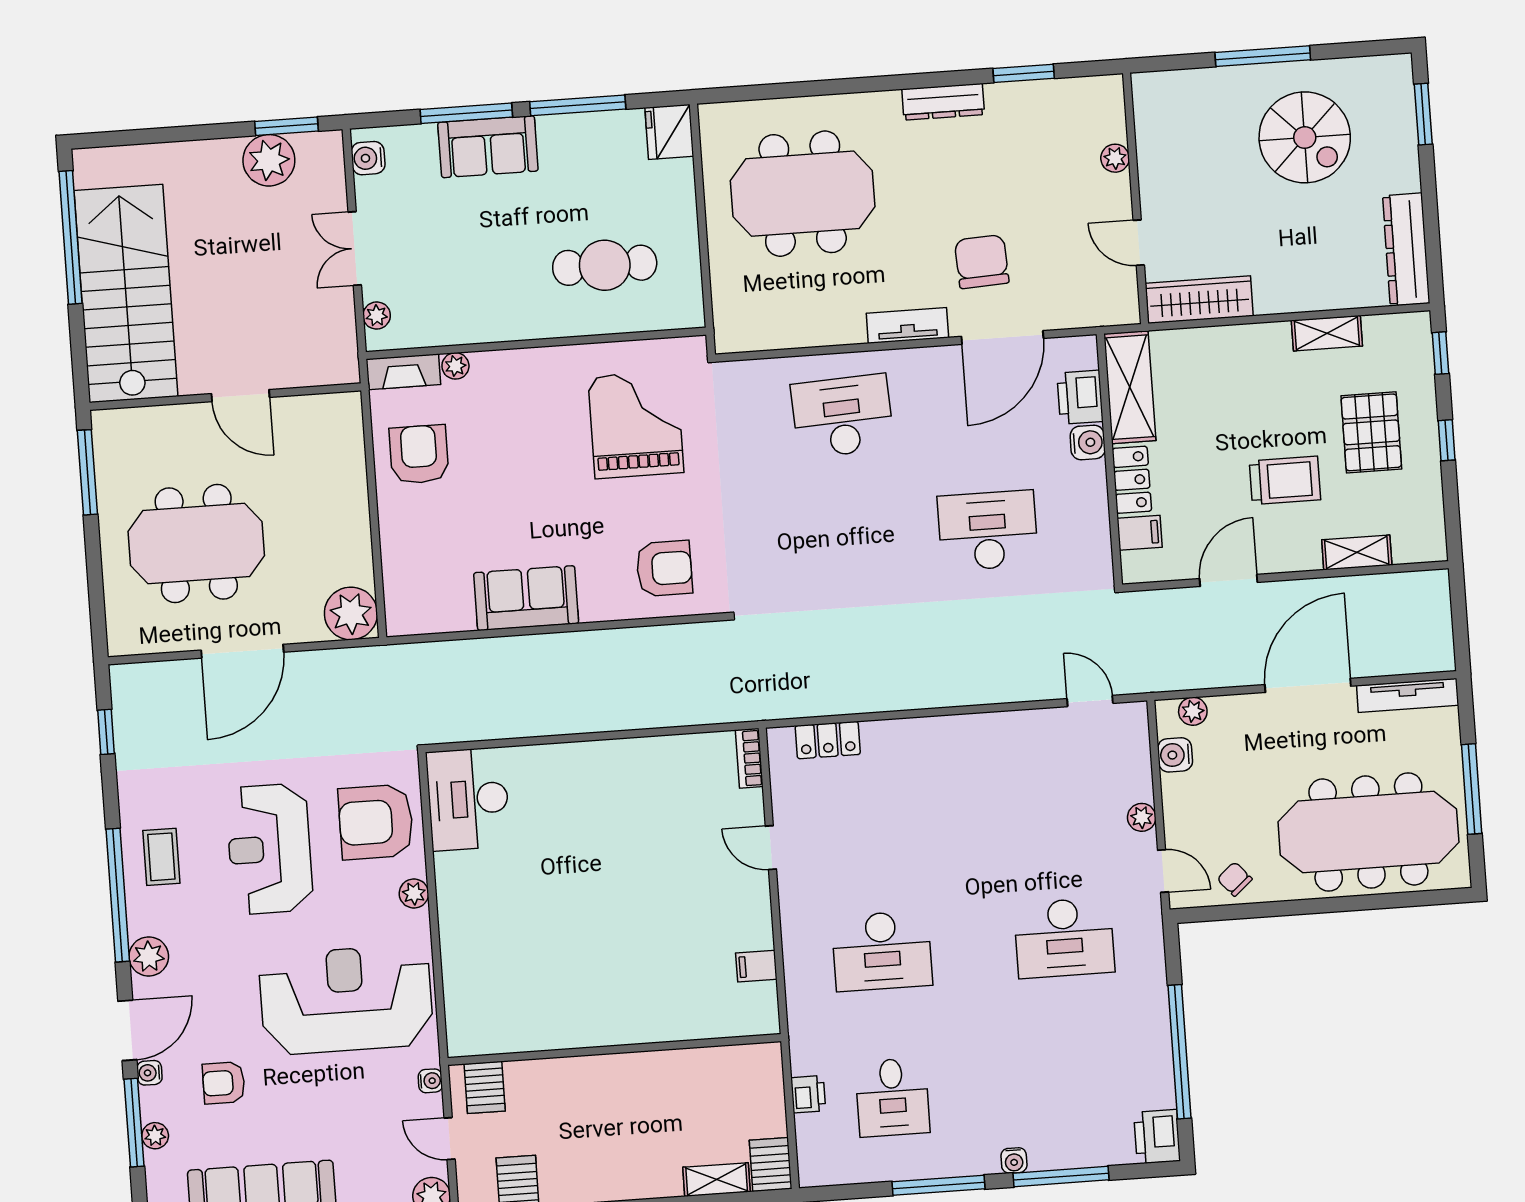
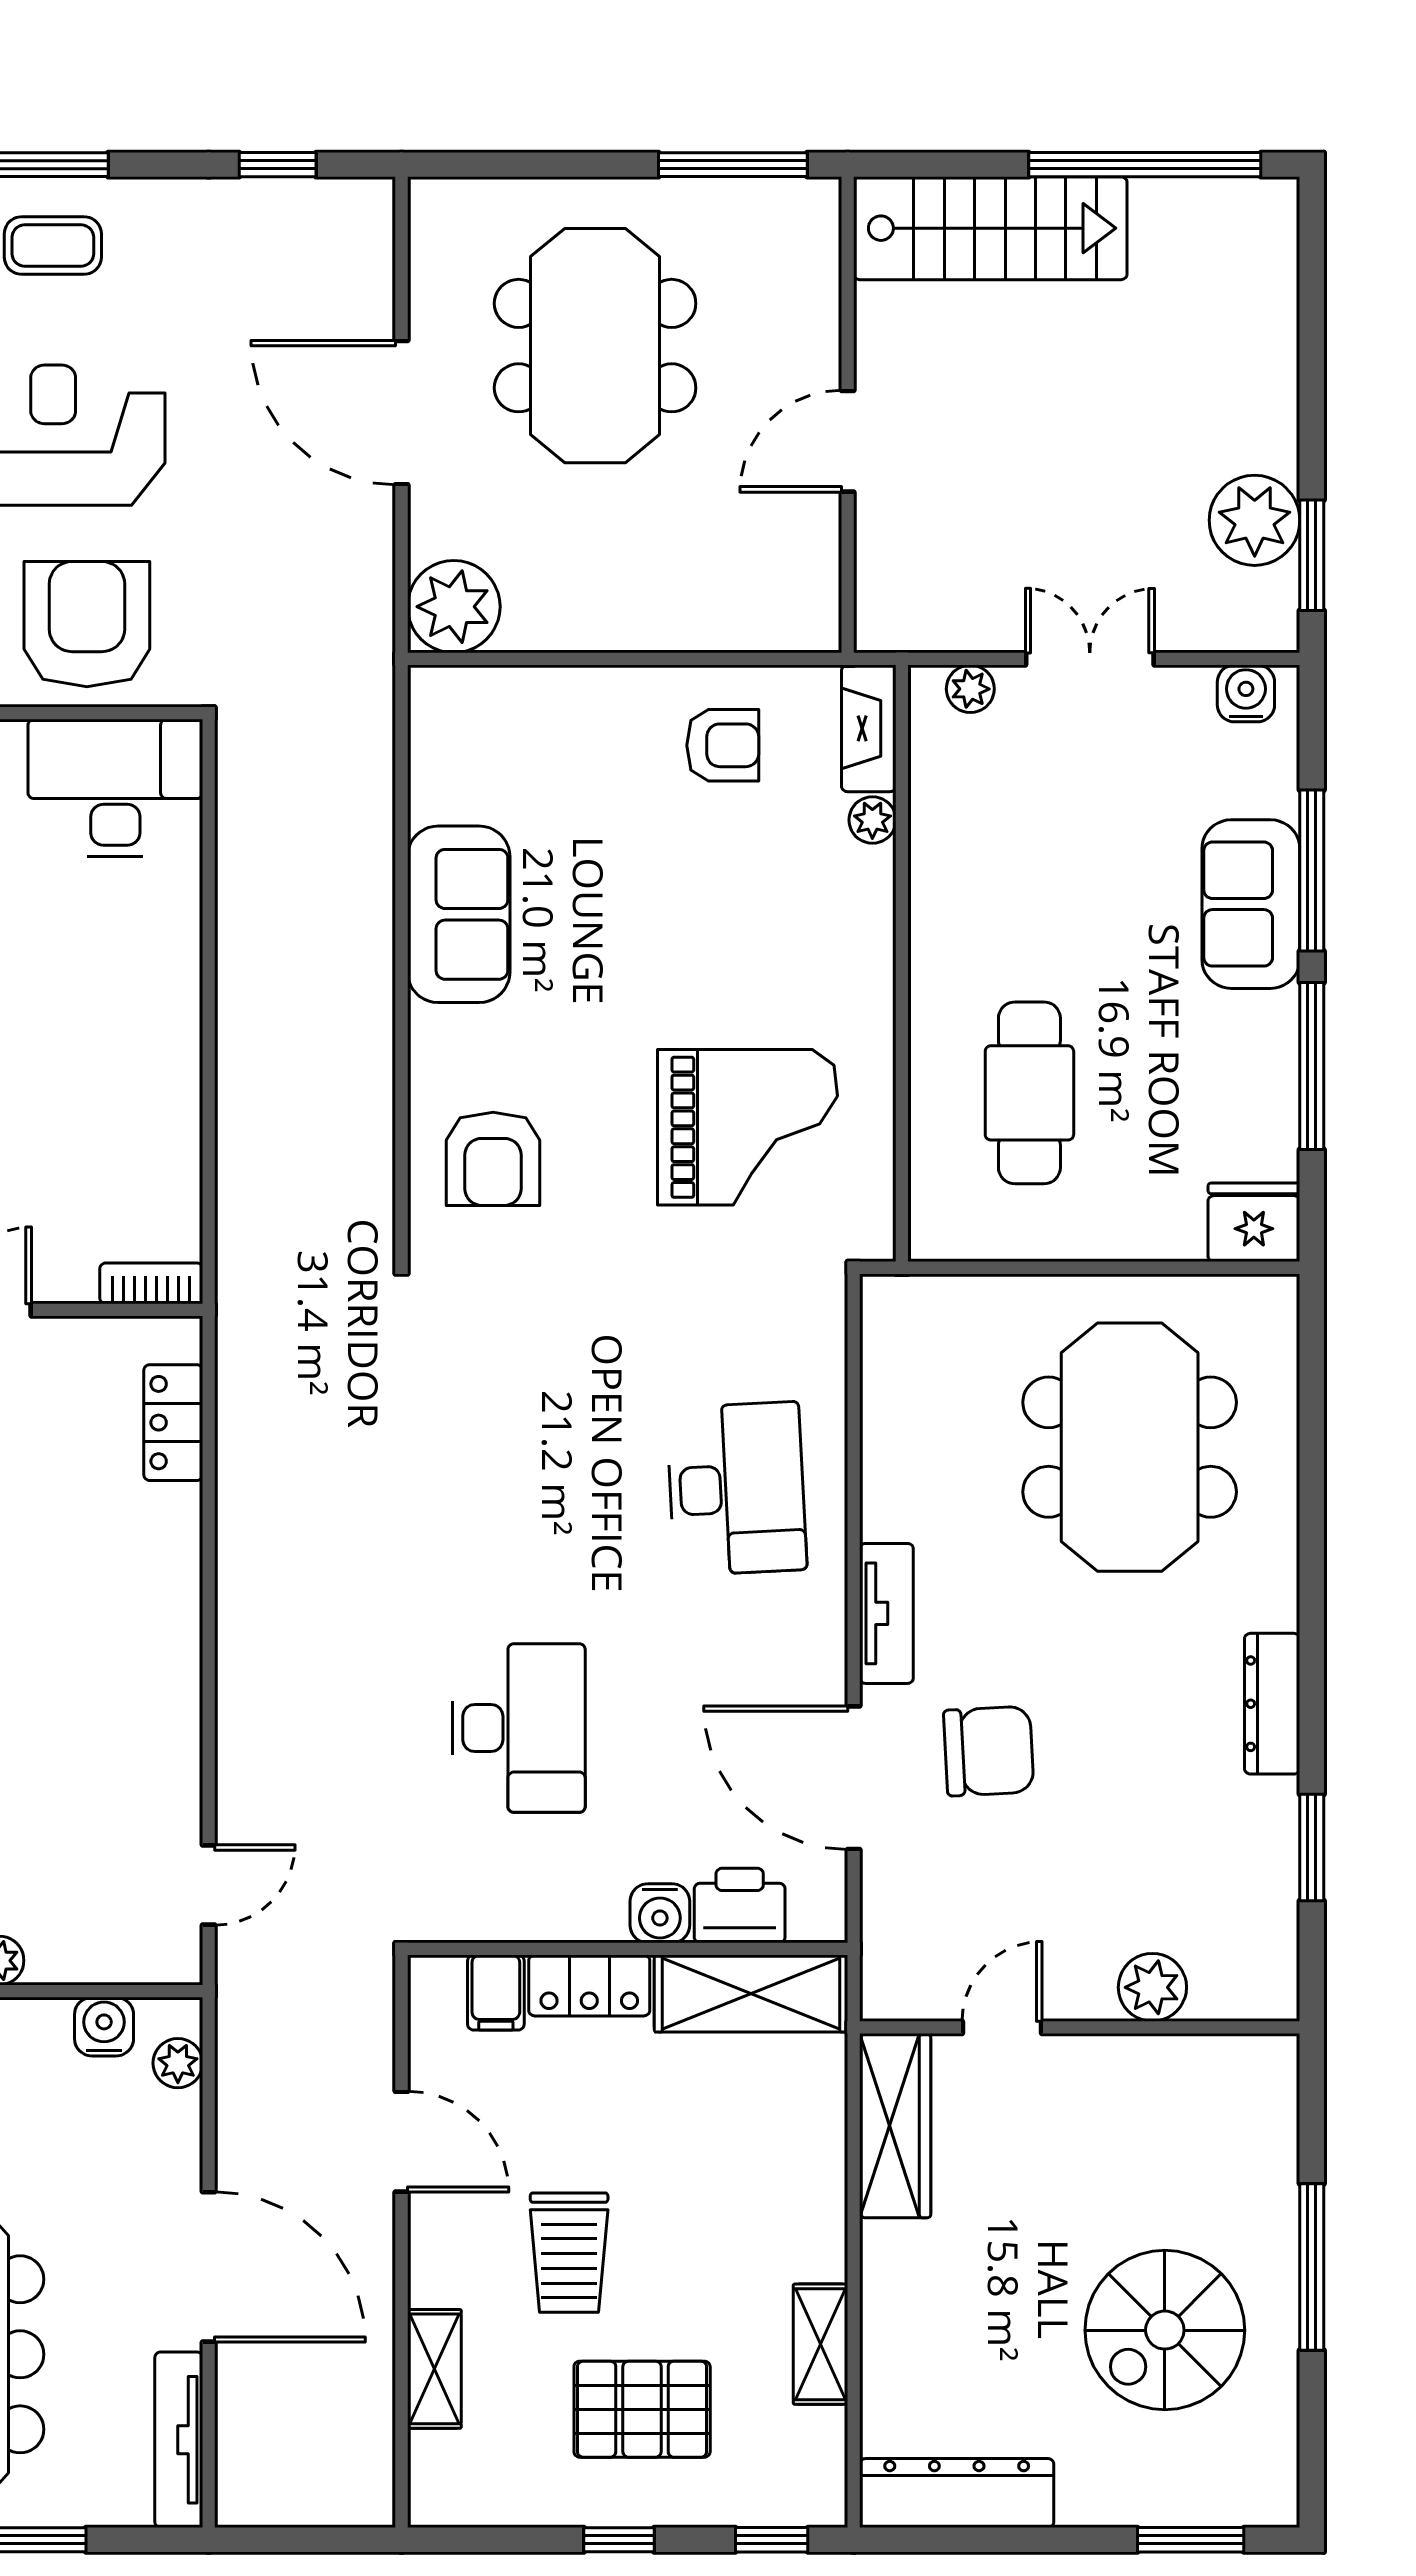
plant: (1115, 158) -> (1152, 1987), width x1.38, depth x1.38
stairs: (126, 294) -> (990, 228), width x0.73, depth x0.66
armchair: (419, 454) -> (723, 745), width x0.72, depth x0.72

